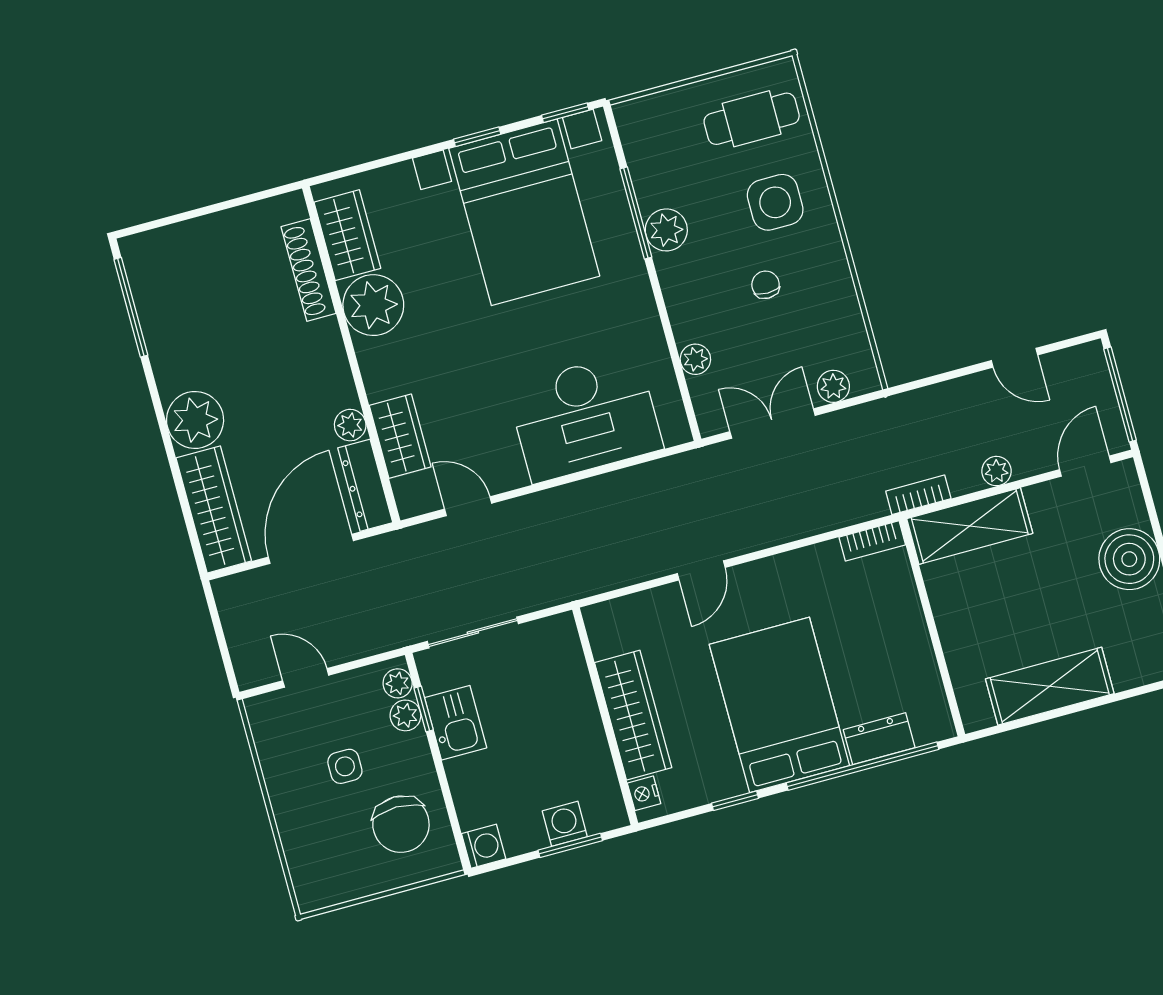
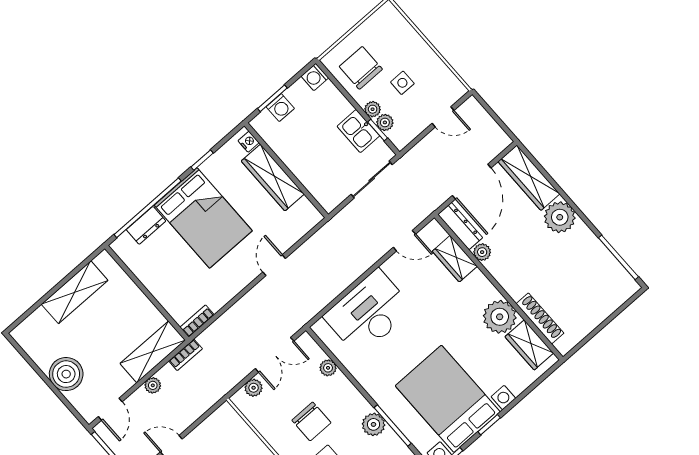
chair: (766, 285) -> (311, 421), width x1.87, depth x1.87
plant: (398, 683) -> (373, 109), moved

